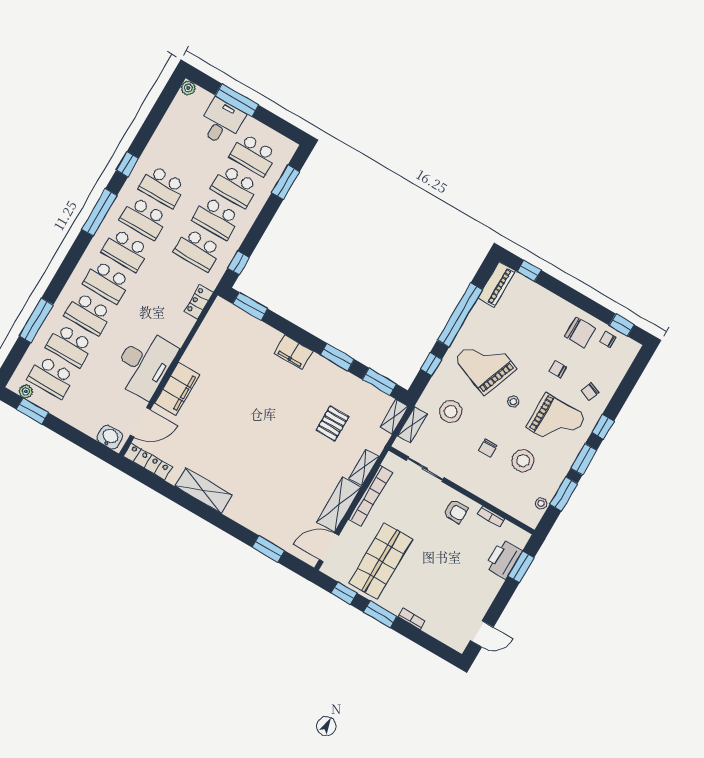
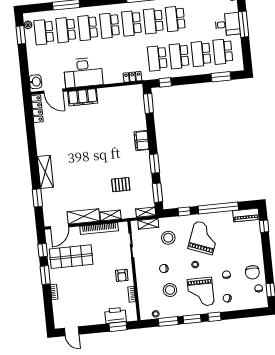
shelving: (203, 490) -> (45, 172), moved
door: (329, 547) -> (59, 227), swing flipped

